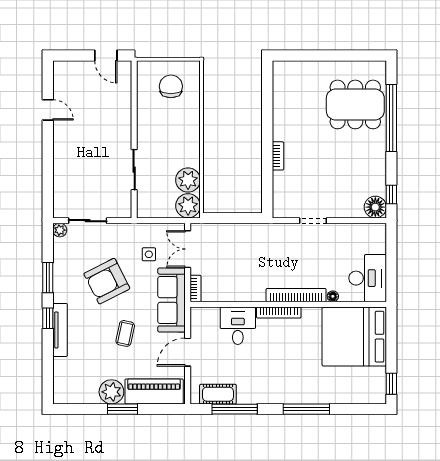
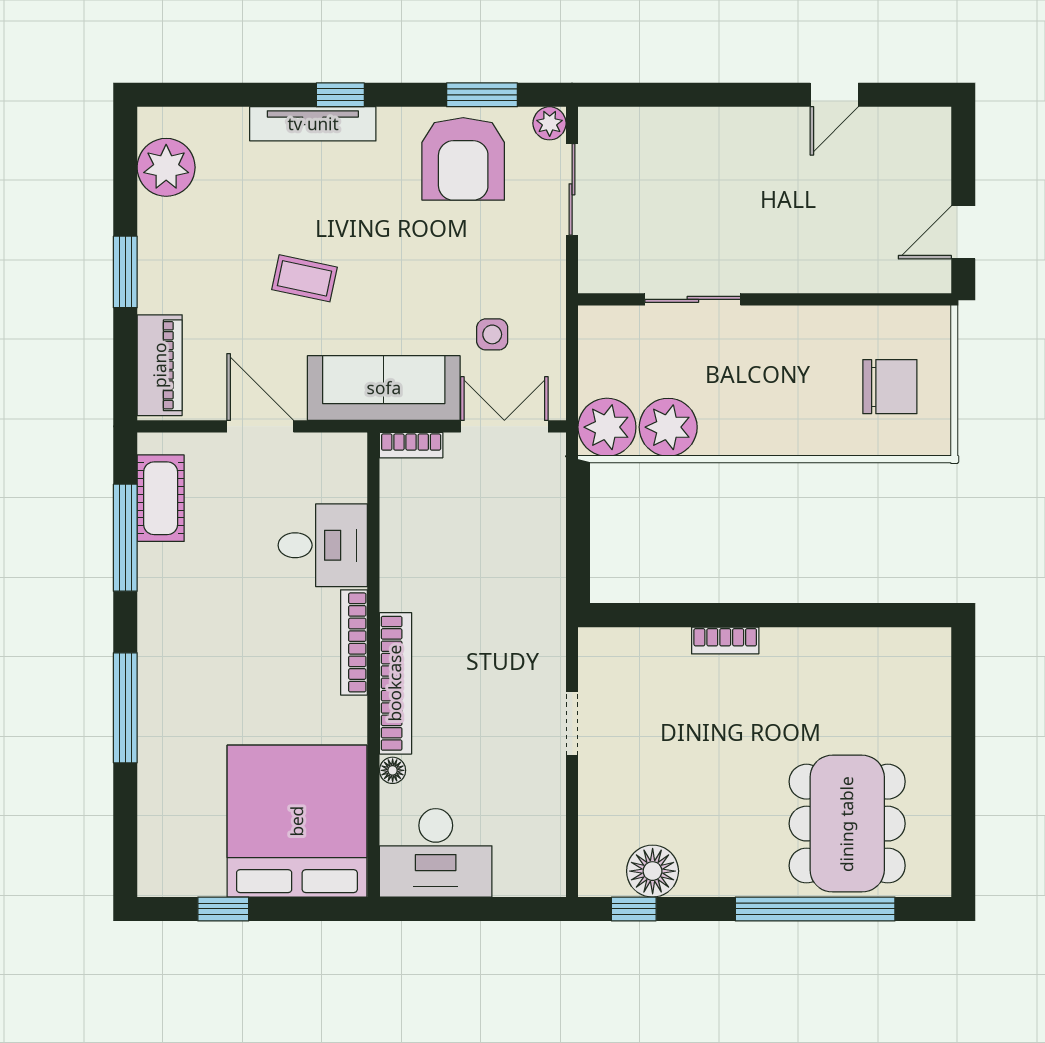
floor lamp: (375, 207) -> (653, 871), moved
window: (48, 278) -> (482, 95), moved
armchair: (107, 281) -> (463, 159), moved, turned -153
window: (391, 384) -> (223, 909), moved
piano: (154, 391) -> (160, 365), width x0.73, depth x0.75
plant: (111, 392) -> (166, 167), moved

